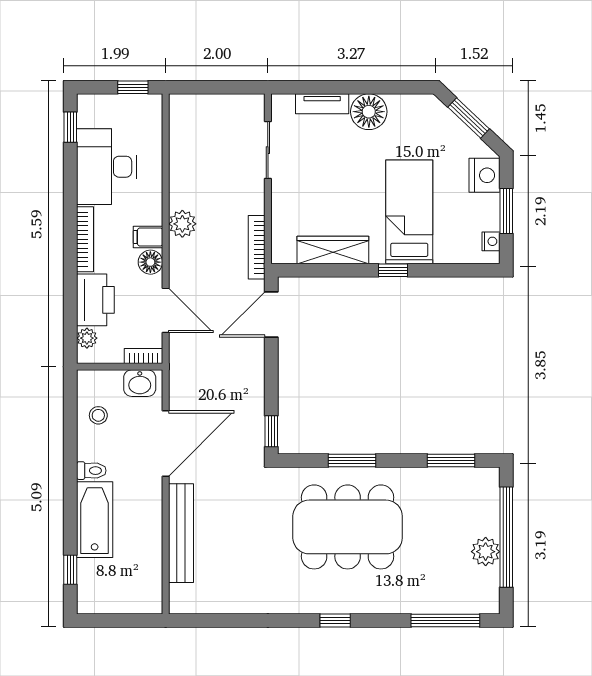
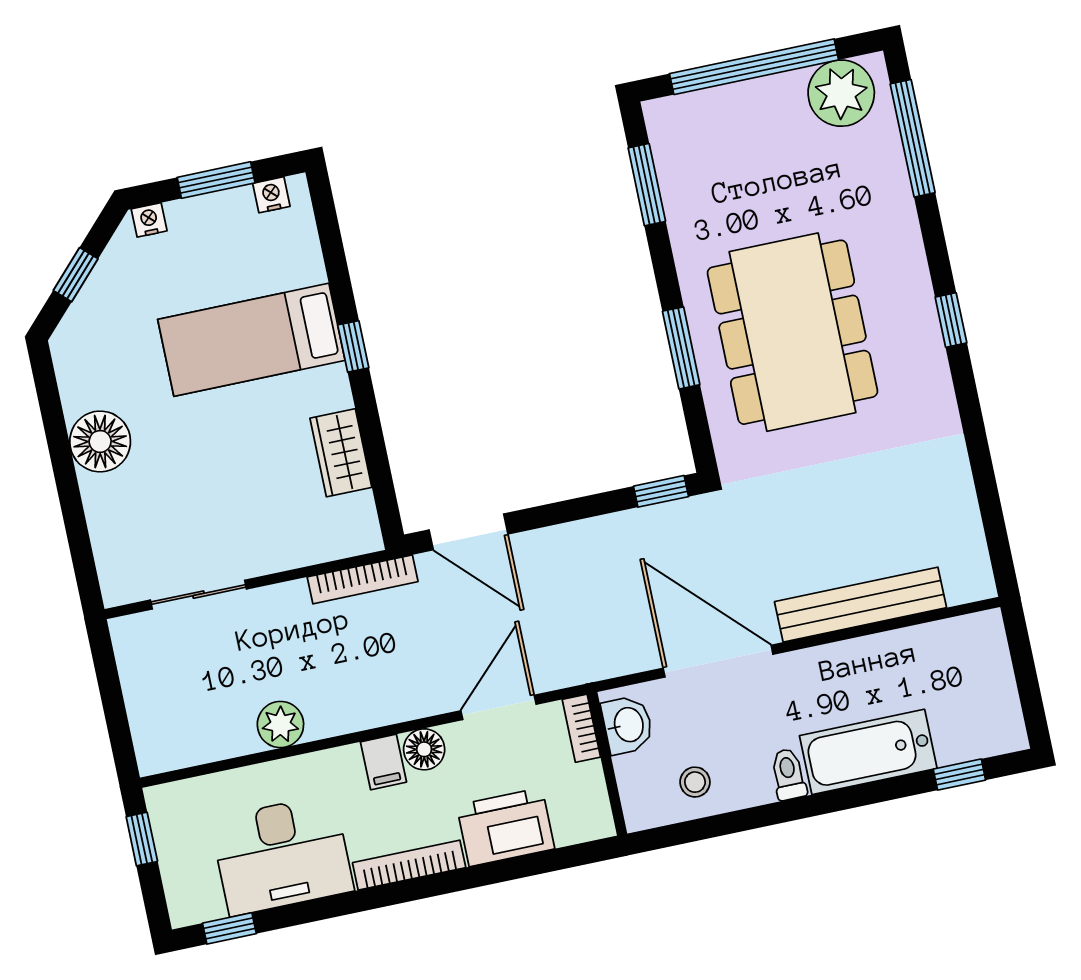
tv unit: (322, 104) -> (103, 521), removed
window: (469, 118) -> (76, 275), width x0.67
nightstand: (485, 175) -> (149, 220), width x0.53, depth x0.56
plant: (182, 224) -> (280, 724), moved
wardrobe: (333, 250) -> (341, 453), width x0.67
plant: (87, 338) -> (572, 828), removed
plant: (486, 552) -> (841, 93), moved, width x1.36, depth x1.36

